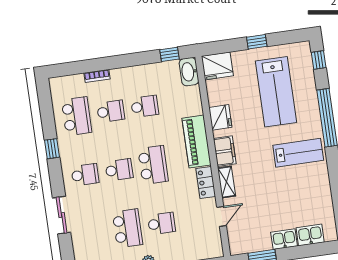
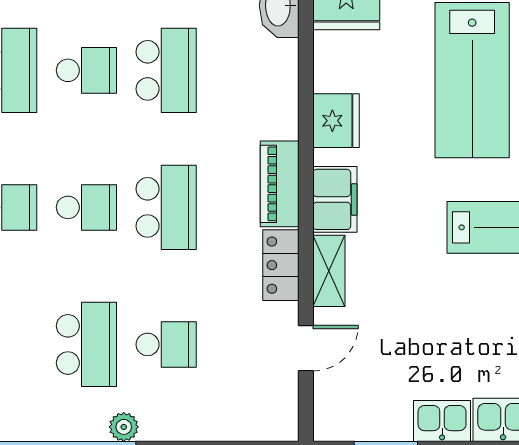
school desk: (145, 106) -> (166, 70), width x1.85
piano: (196, 142) -> (280, 184), width x0.73, depth x0.75

